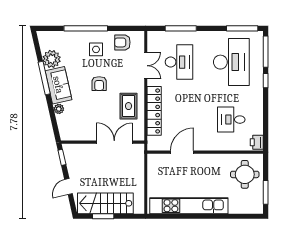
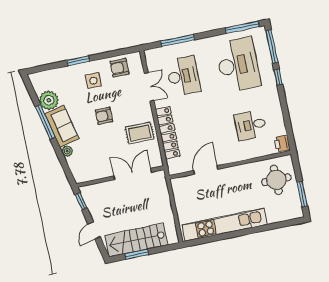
window: (86, 28) -> (78, 61), width x0.47
armchair: (99, 84) -> (104, 116), turned 90
rug: (129, 106) -> (140, 133), turned 90

